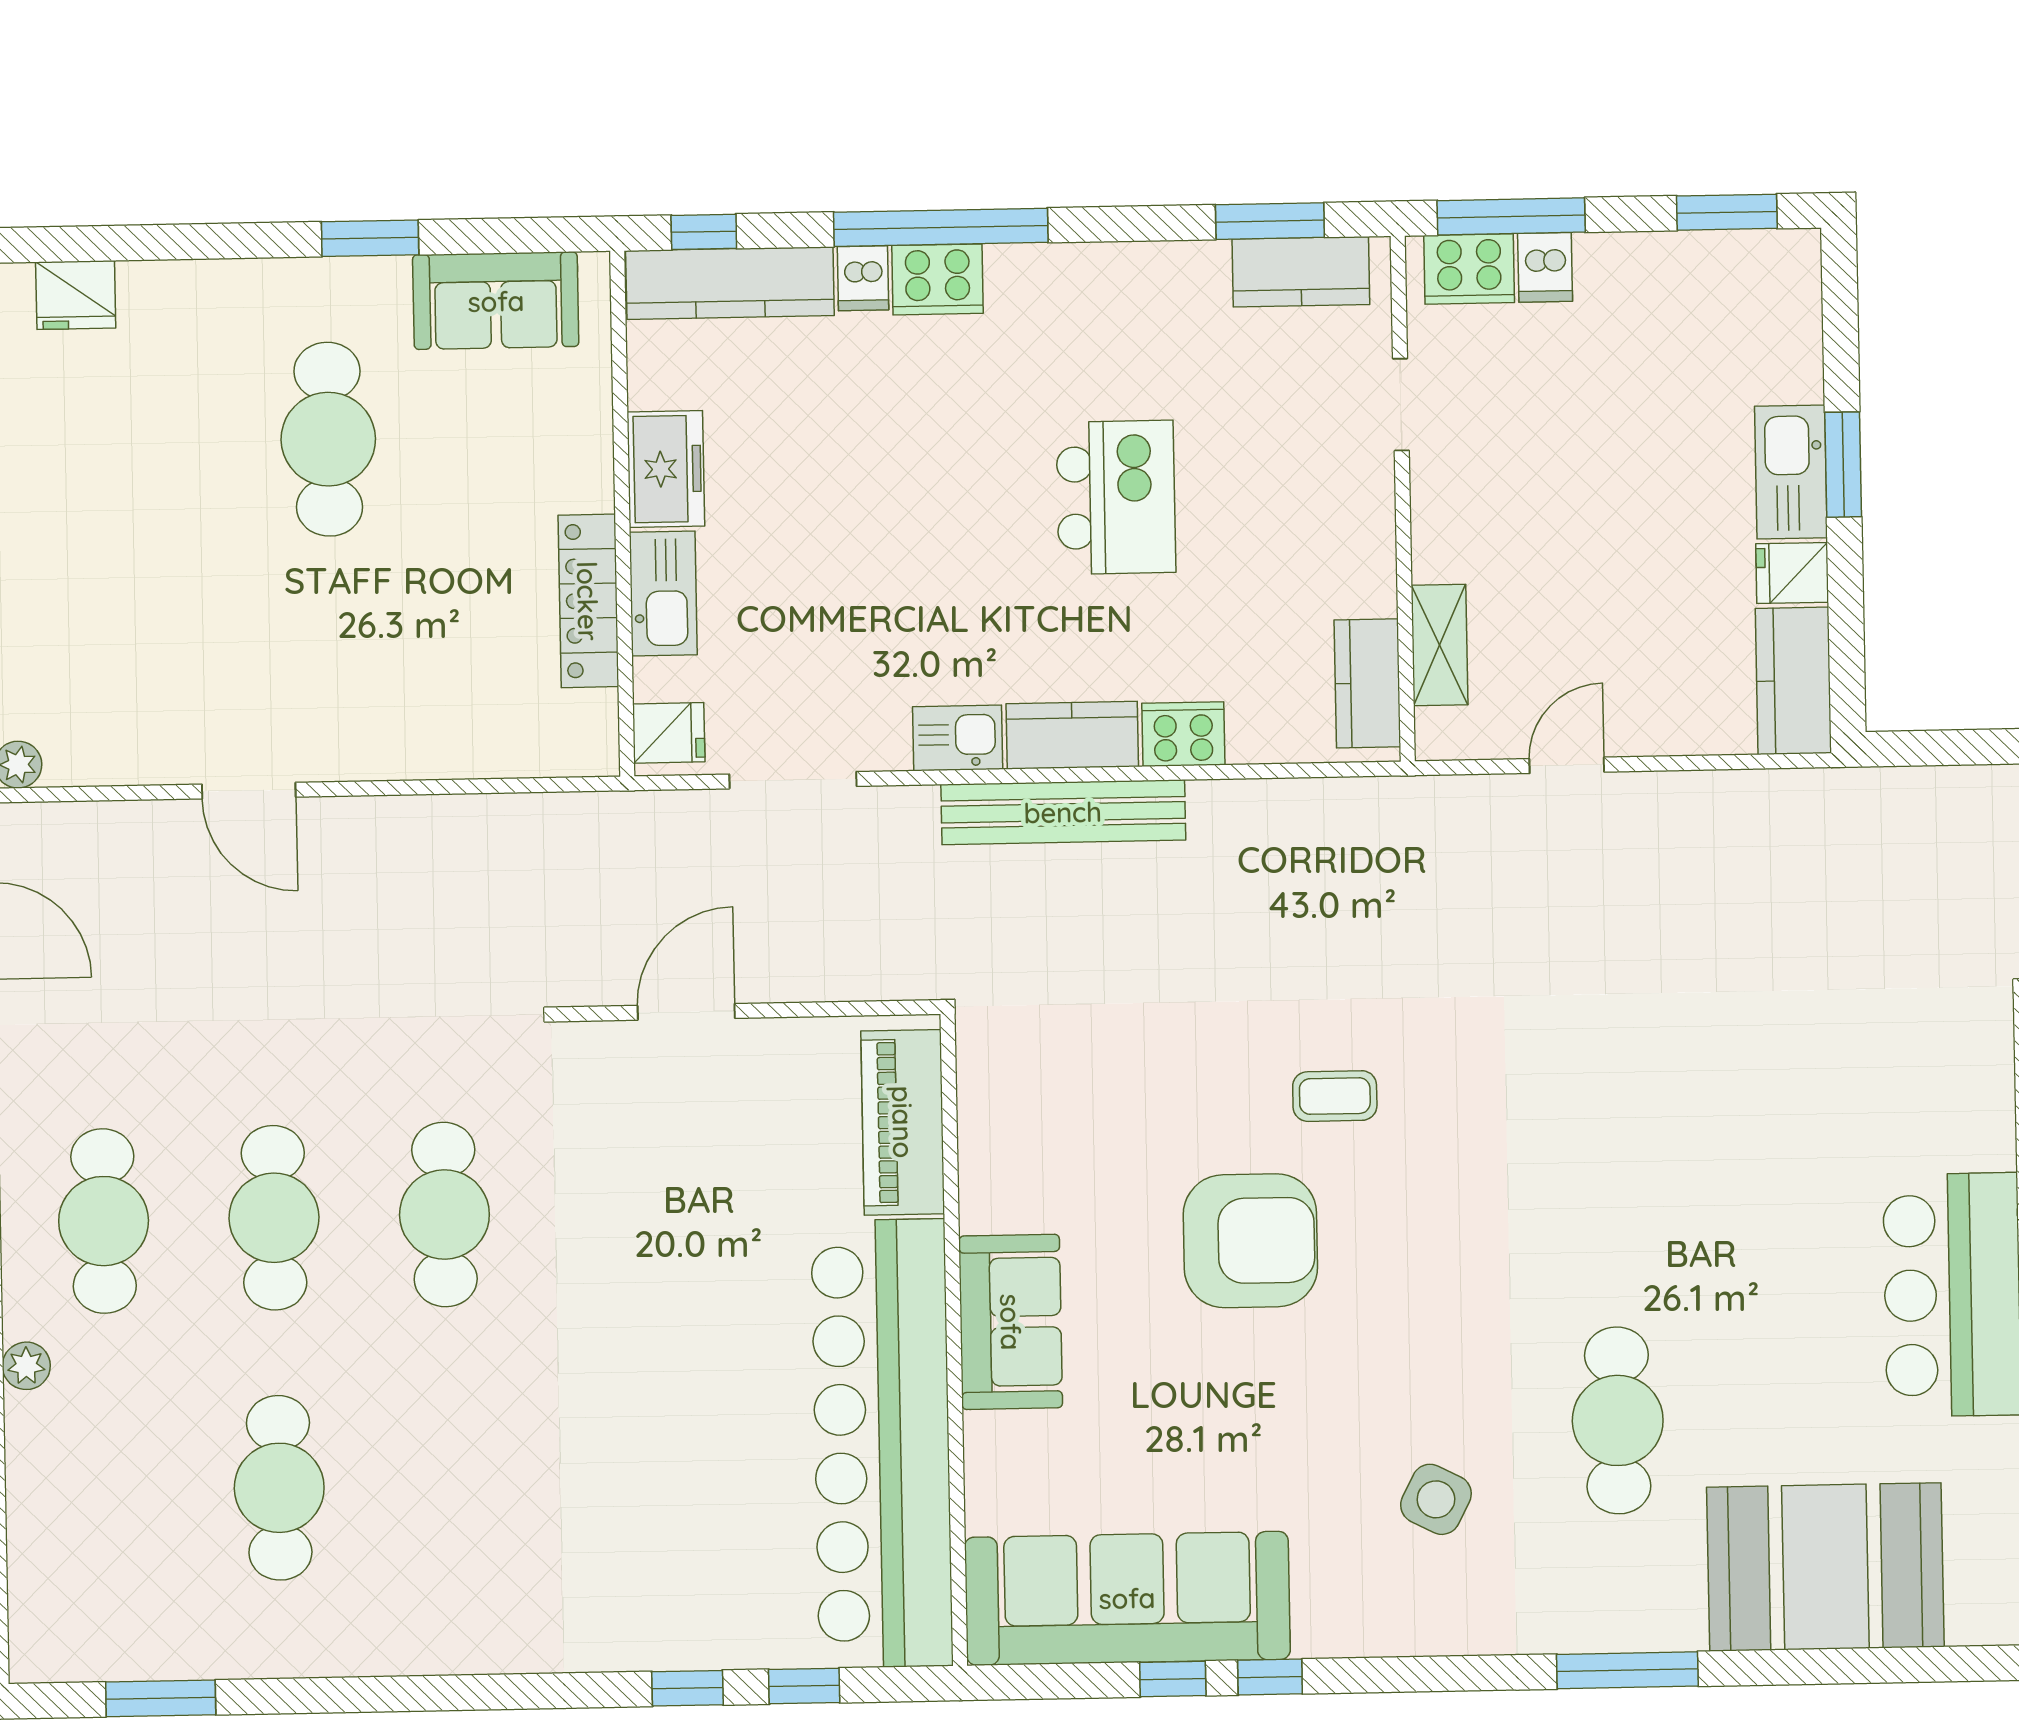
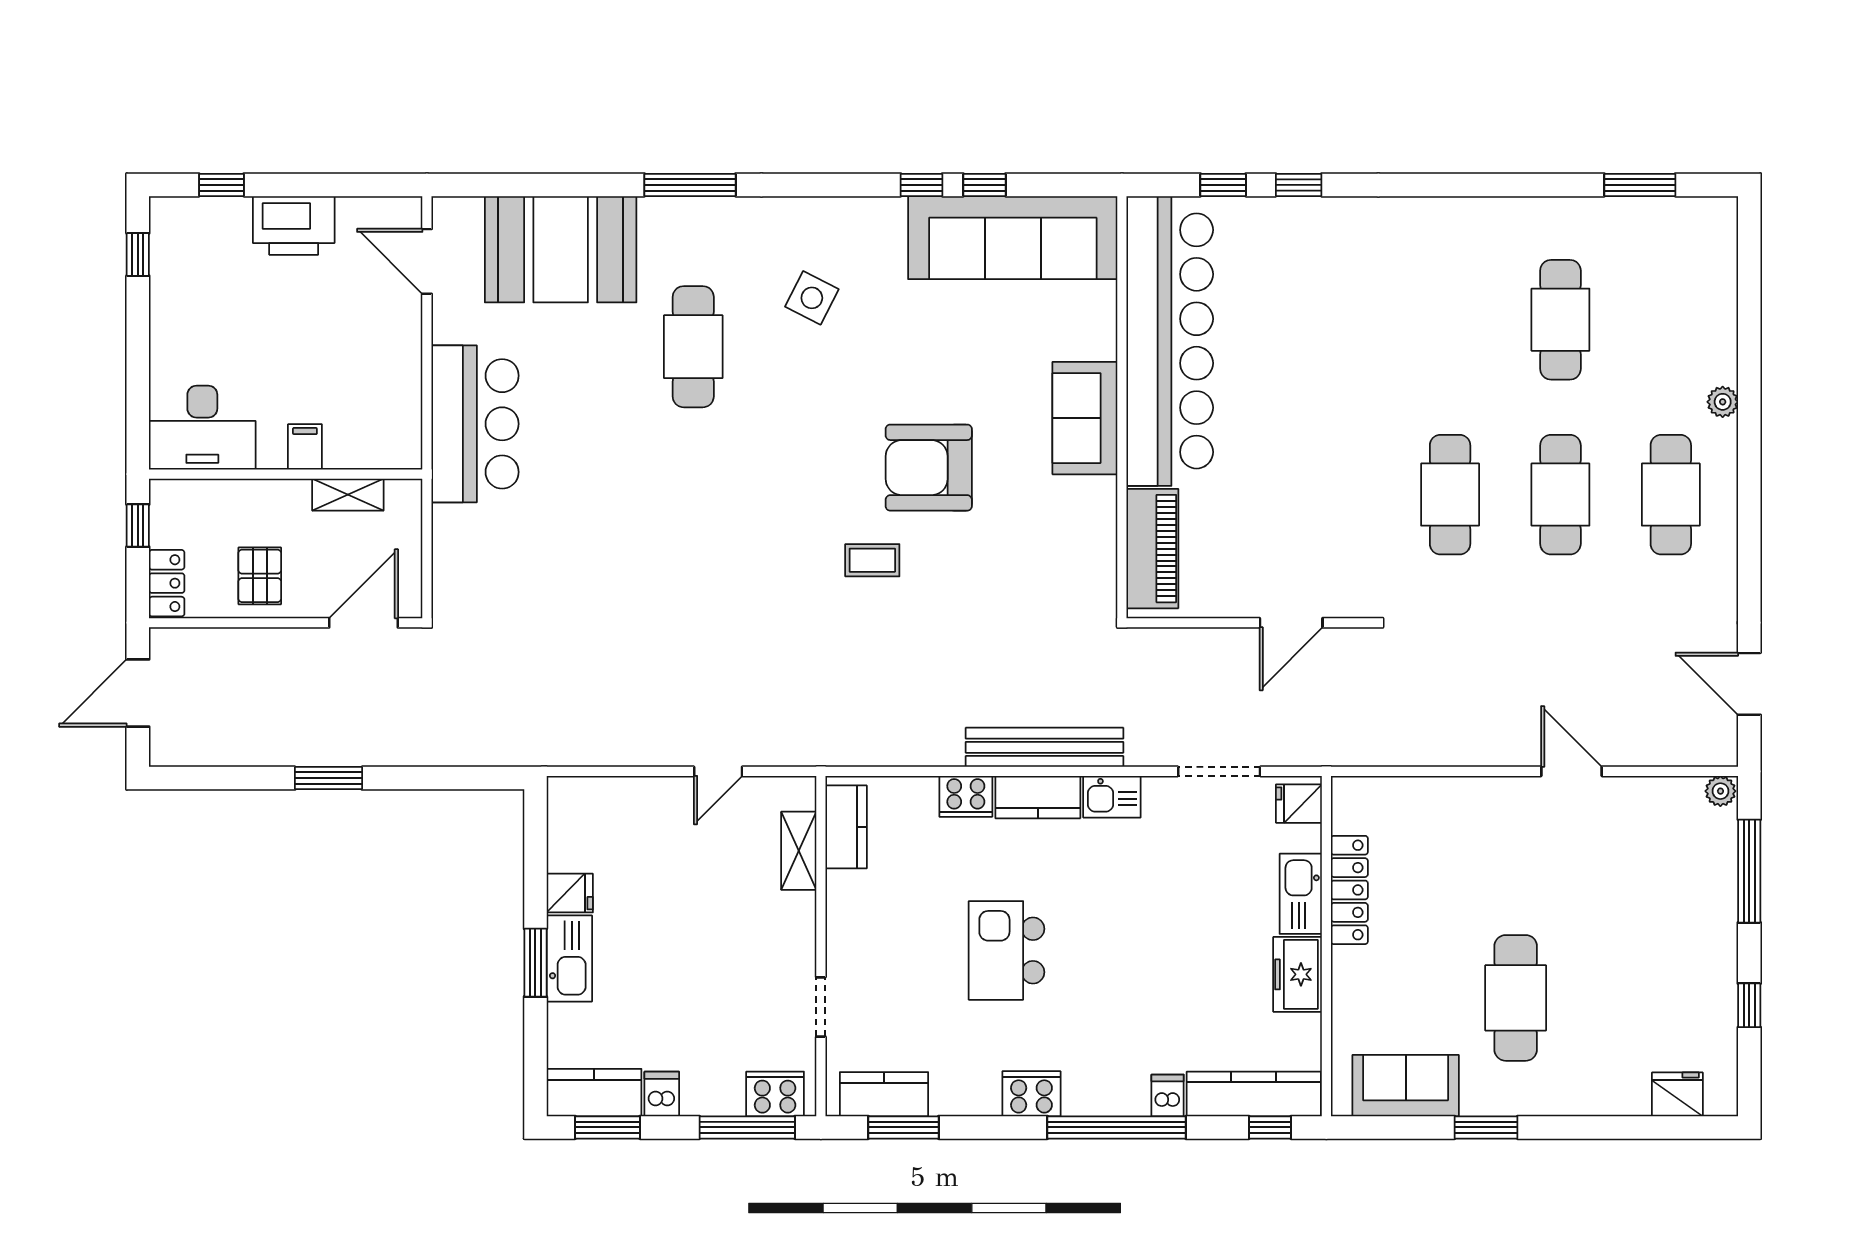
dishwasher: (1545, 267) -> (662, 1094), moved
cooker: (938, 279) -> (1031, 1094), moved
kitchen counter: (1793, 681) -> (594, 1093), moved, turned -90

